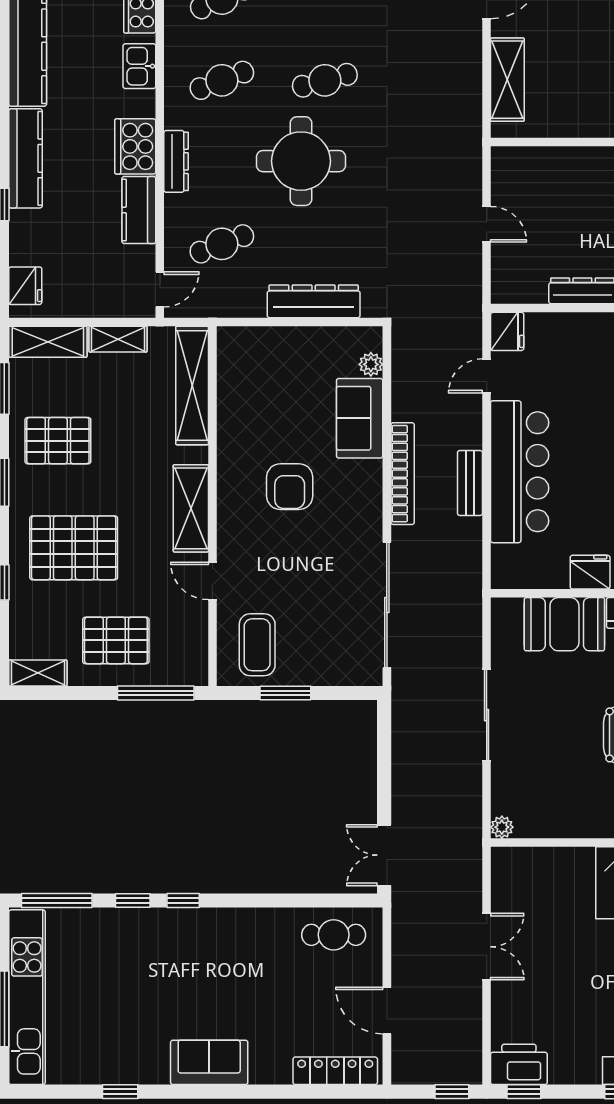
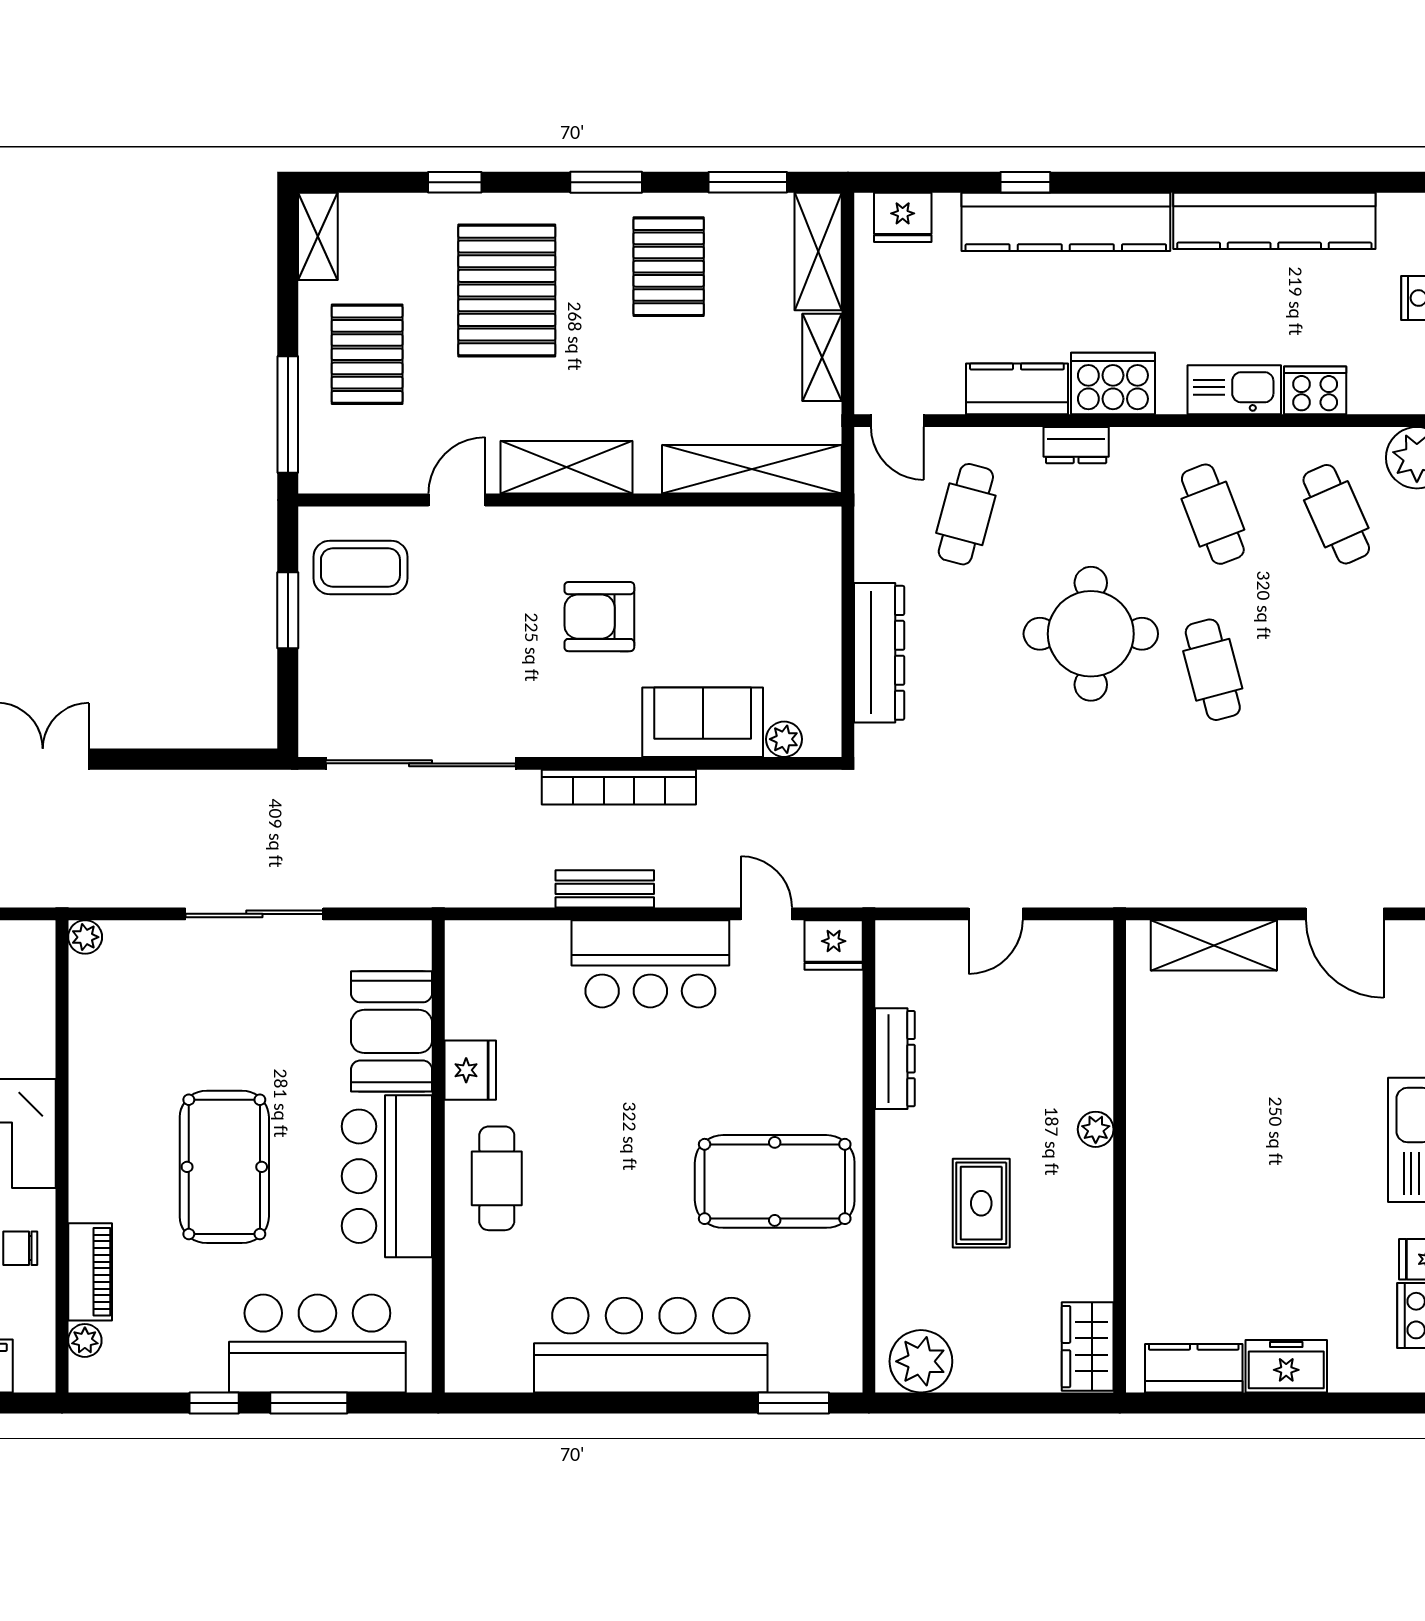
kitchen sink: (139, 66) -> (1234, 390), width x1.38
kitchen counter: (26, 158) -> (1066, 222), width x1.39, depth x1.17
dresser: (176, 161) -> (1076, 445), width x0.70
cafe table: (222, 244) -> (966, 514), turned 36
bar counter: (520, 472) -> (650, 964), width x0.73

